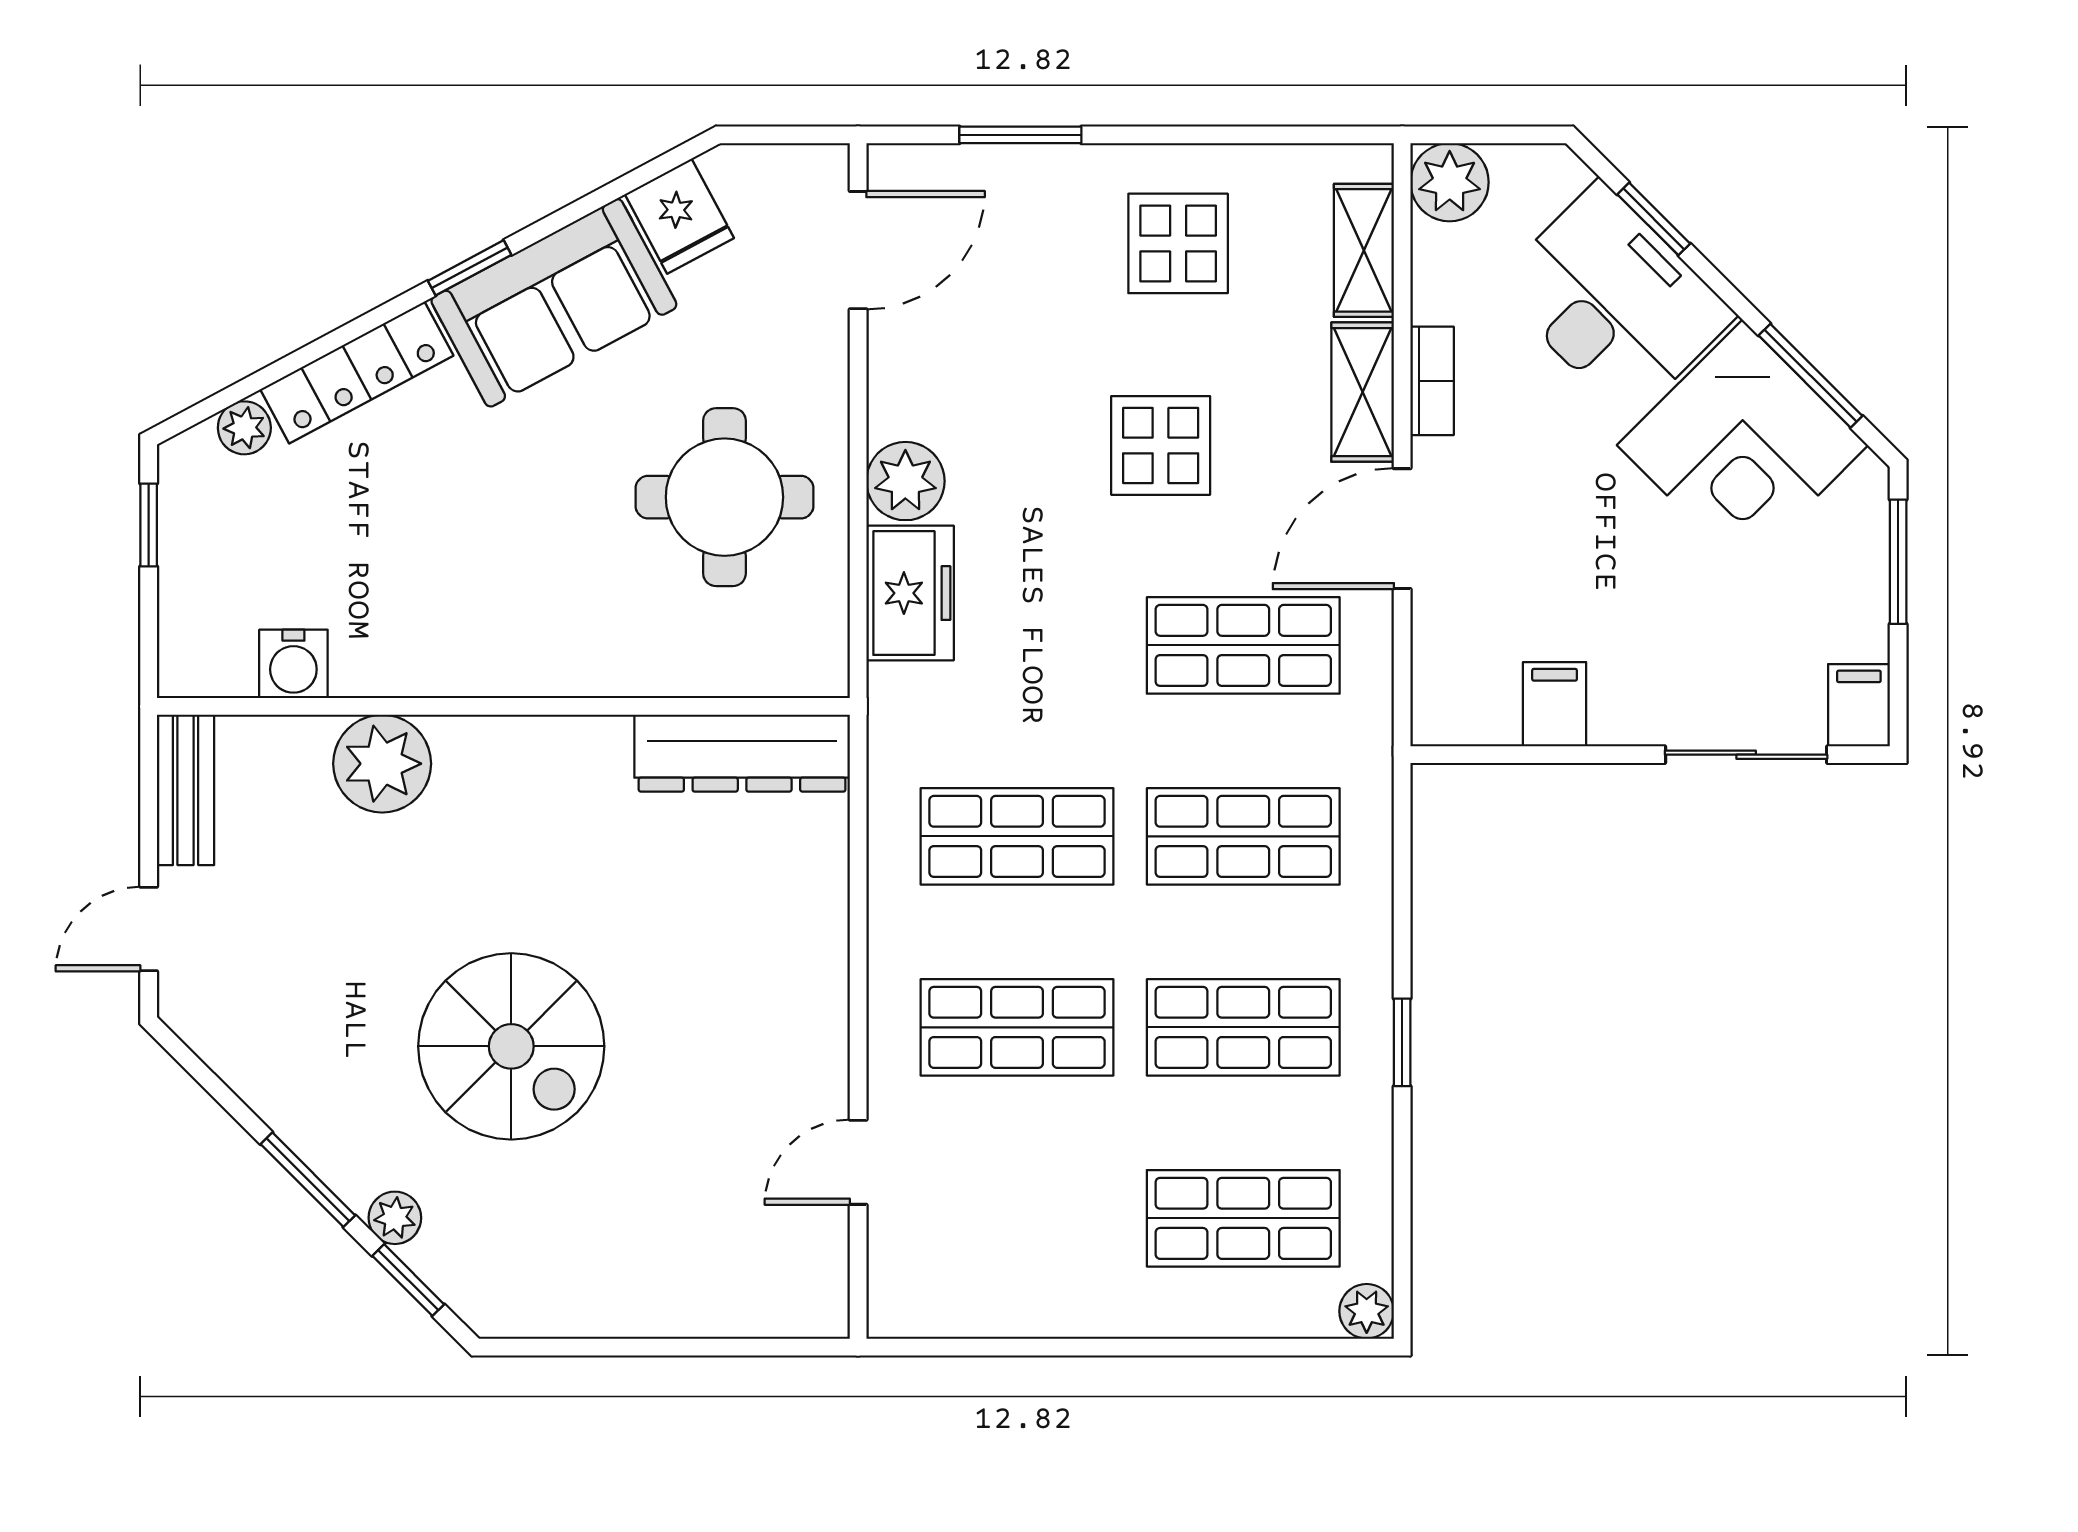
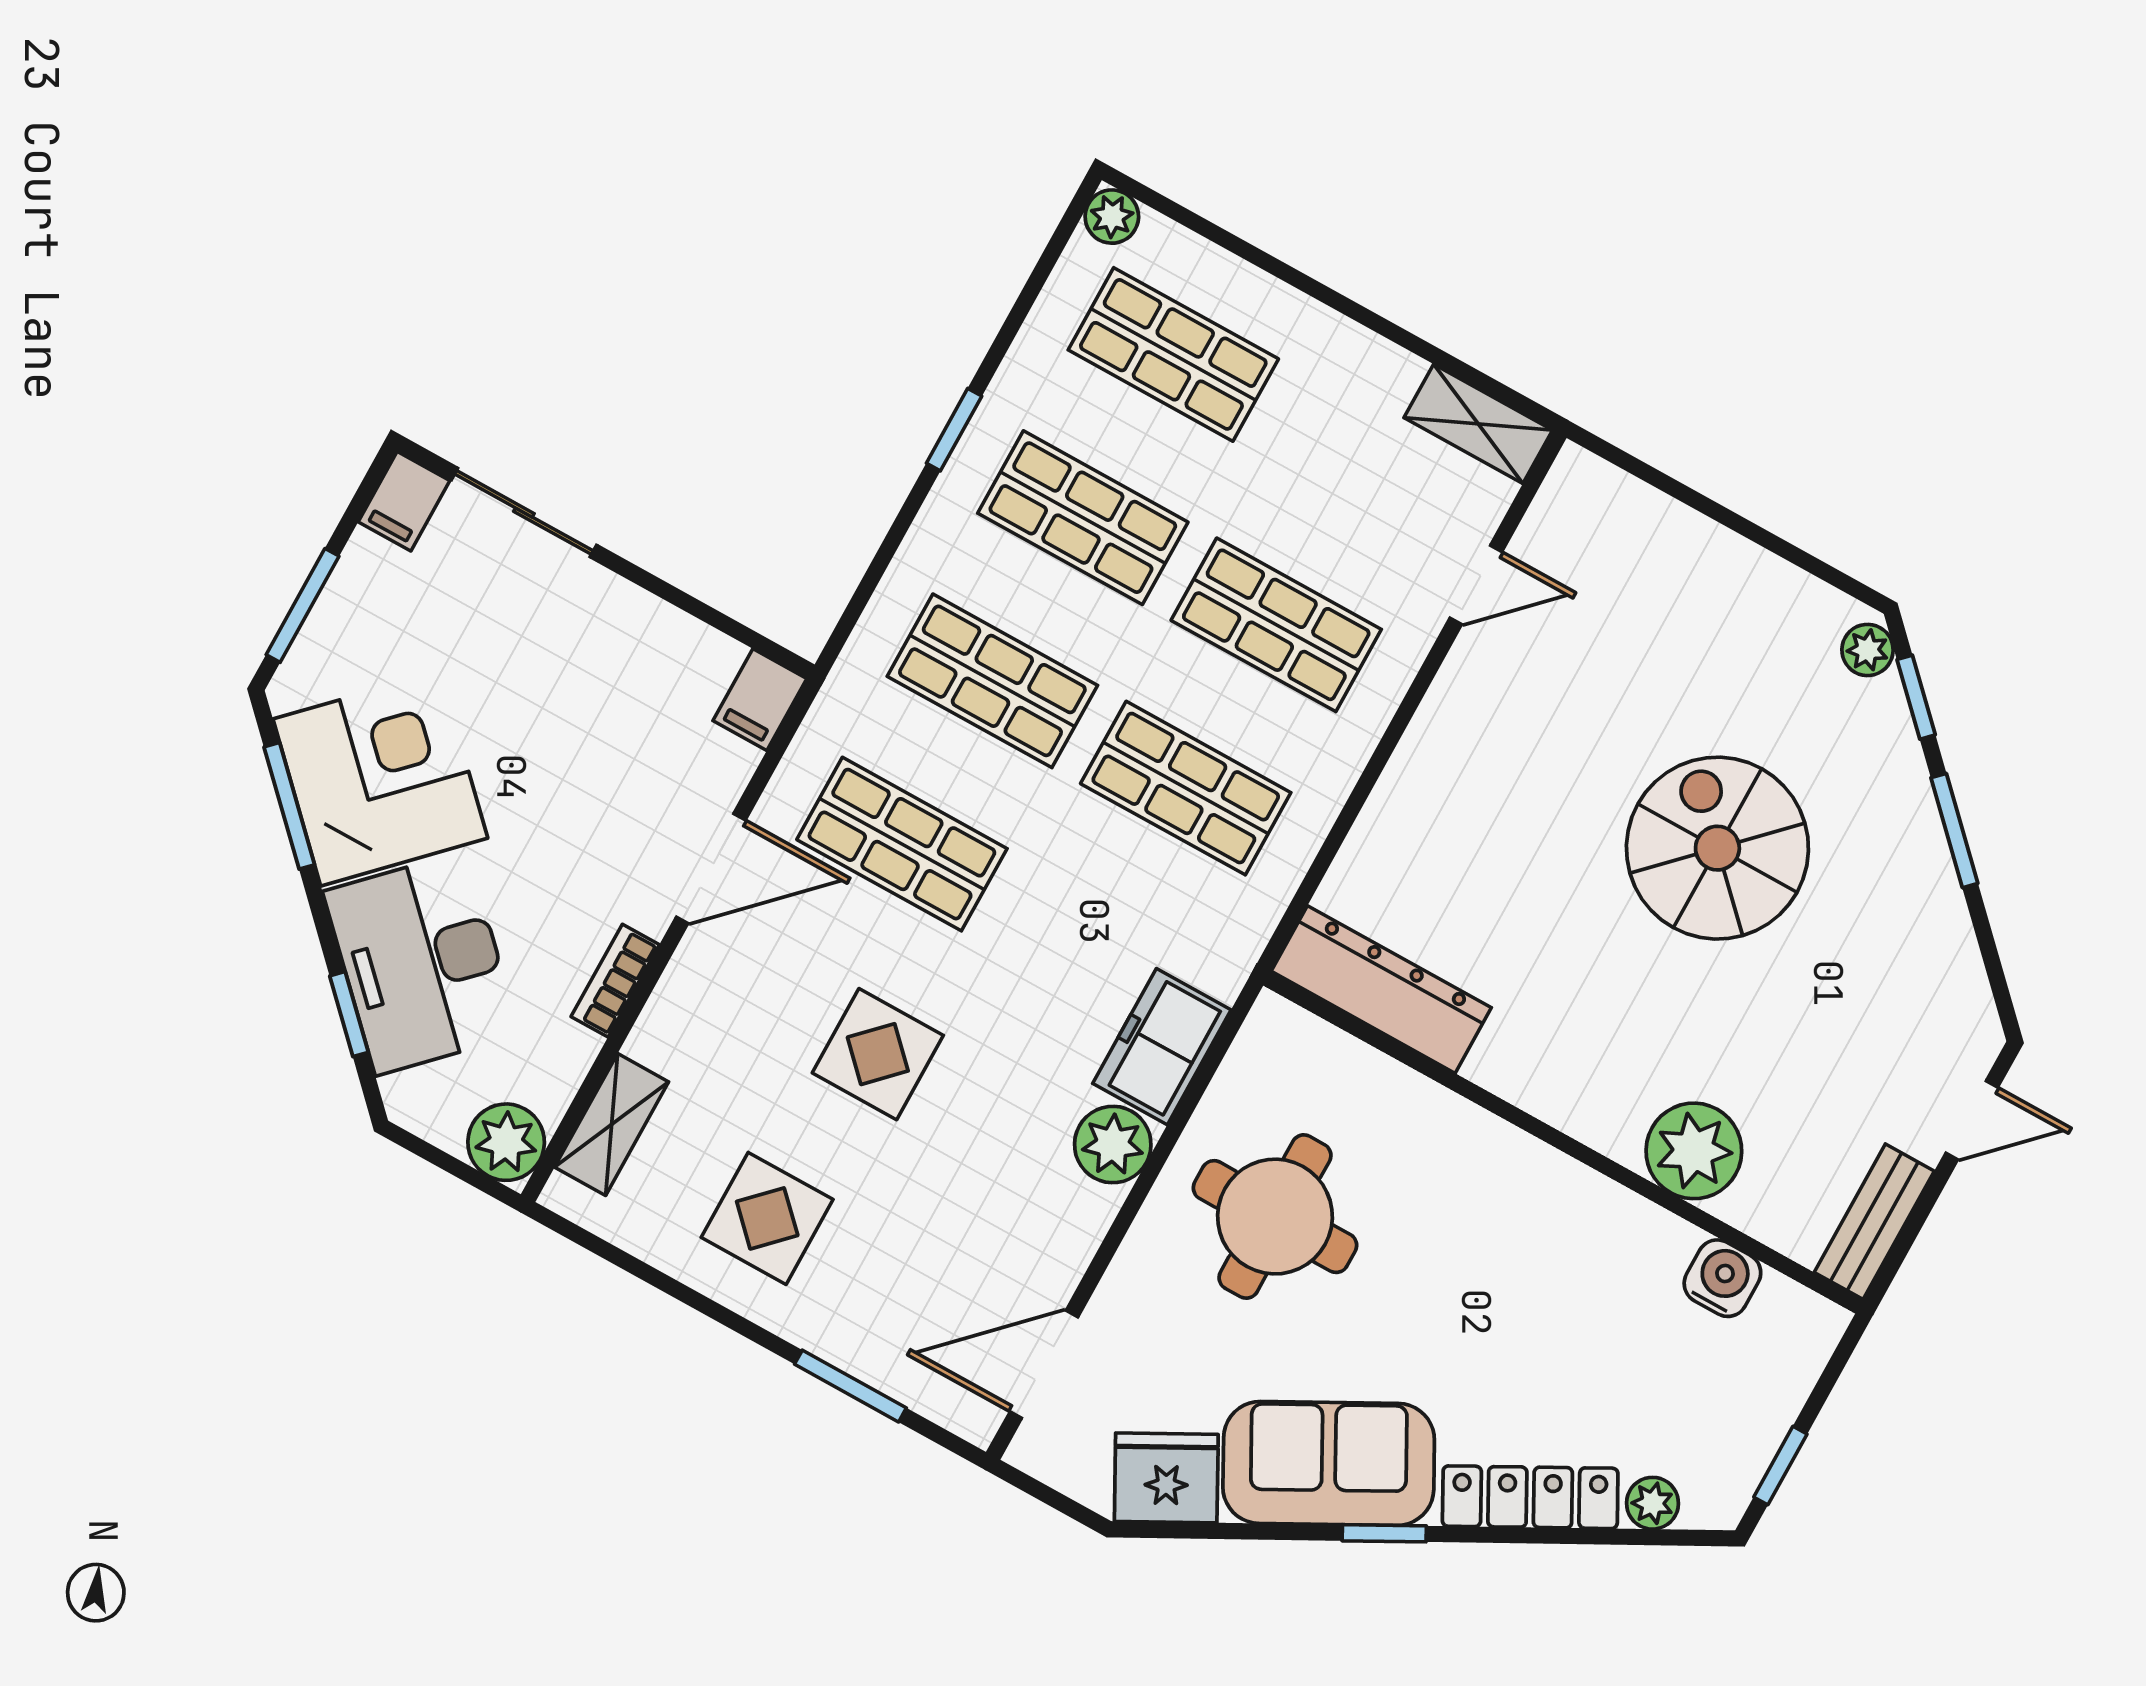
fridge: (679, 216) -> (1166, 1478), width x1.38
shelving: (1363, 392) -> (1478, 424), moved, turned 90
filing cabinet: (1555, 704) -> (760, 700), moved
plant: (395, 1218) -> (1868, 650), moved

